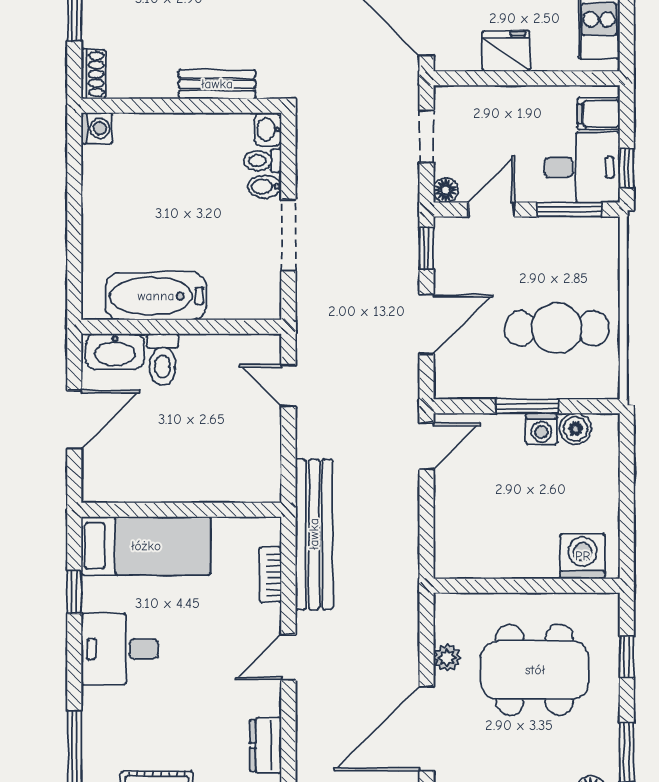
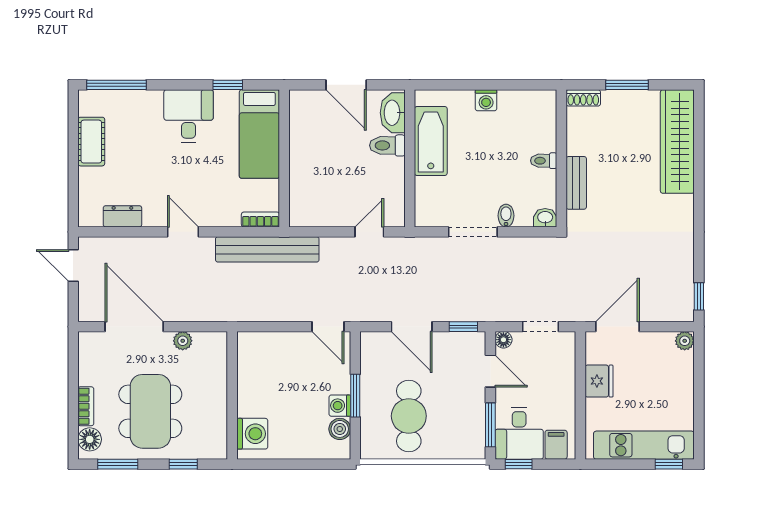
washing machine: (97, 128) -> (486, 100), moved
toilet: (262, 161) -> (544, 161), moved, turned -90
bookcase: (270, 575) -> (260, 219), moved
dining table: (535, 670) -> (150, 411), moved

